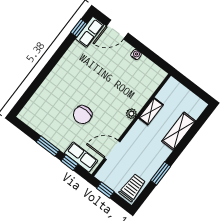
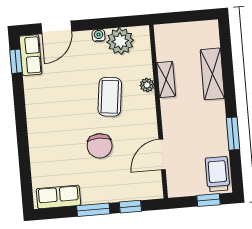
plant: (145, 68) -> (120, 41), added
coffee table: (112, 93) -> (110, 97), added
plant: (131, 114) -> (147, 85), moved
row of seats: (81, 157) -> (58, 197), moved
window: (105, 190) -> (208, 200), moved

